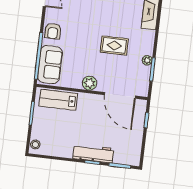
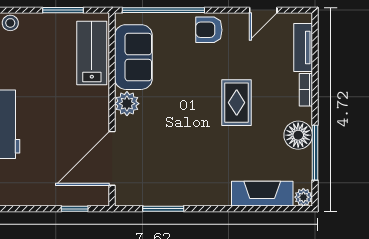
rug: (114, 45) -> (237, 103), moved
plant: (147, 60) -> (178, 198), removed
sofa: (50, 65) -> (133, 57), moved, turned -90

